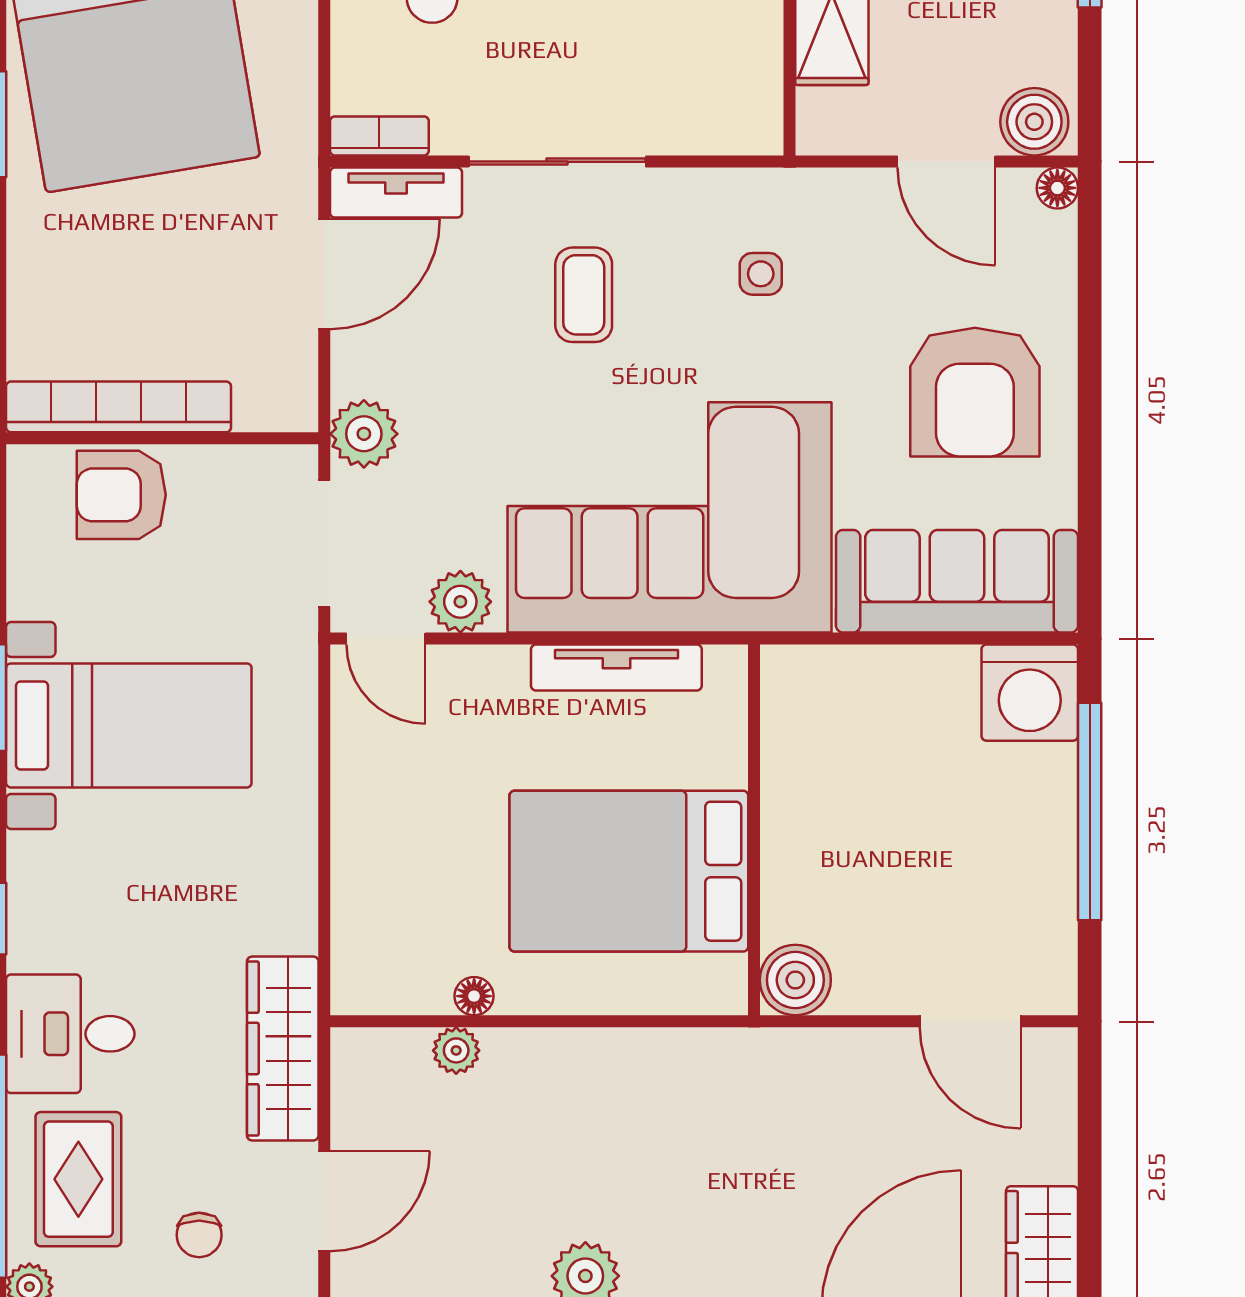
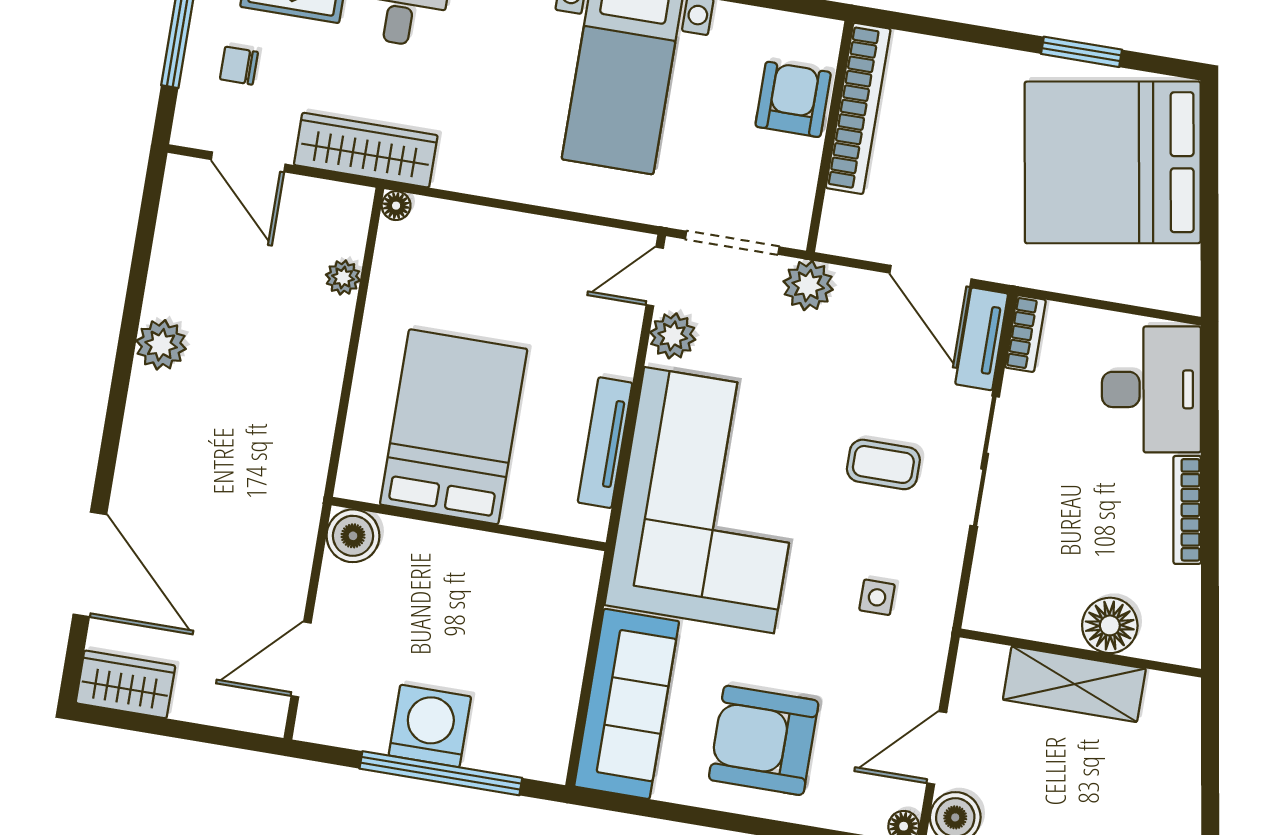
washing machine: (1030, 693) -> (430, 726), moved, turned 90
floor lamp: (474, 996) -> (396, 206), moved

